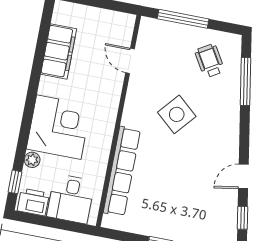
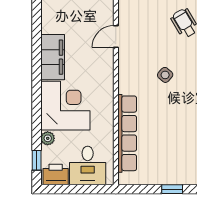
filing cabinet: (59, 52) -> (53, 57), moved
door: (130, 61) -> (116, 36), hinge flipped
side table: (177, 114) -> (165, 75), width x0.54, depth x0.54

